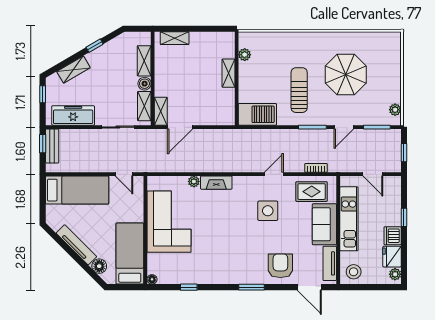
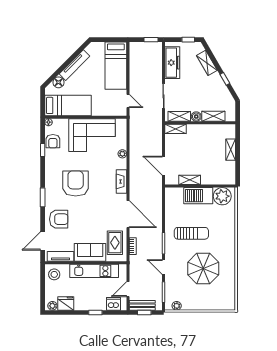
shelving: (175, 38) -> (231, 150), moved
plant: (245, 55) -> (222, 196), width x1.88, depth x1.88
shelving: (228, 73) -> (190, 180), moved
barbecue: (257, 114) -> (198, 196), moved, turned 90
door: (180, 127) -> (163, 166), moved
bench: (52, 146) -> (142, 305), moved
door: (124, 174) -> (128, 101), swing flipped
door: (274, 174) -> (128, 214), width x1.88
fireplace: (216, 183) -> (122, 181), moved
side table: (268, 211) -> (100, 210), removed
dishwasher: (393, 236) -> (114, 304), moved
armchair: (233, 244) -> (76, 183), added
armchair: (177, 274) -> (53, 141), added

